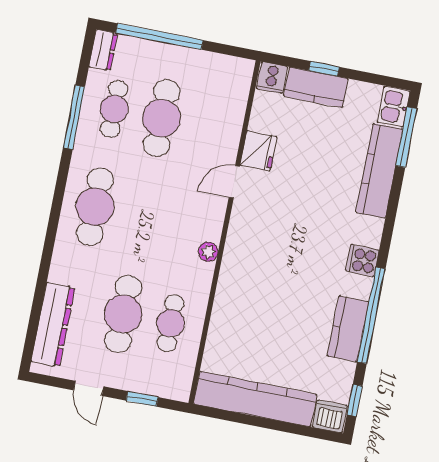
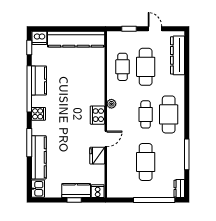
cafe table: (114, 109) -> (146, 114), moved
window: (406, 137) -> (29, 143), moved
cooker: (242, 234) -> (97, 115), added

